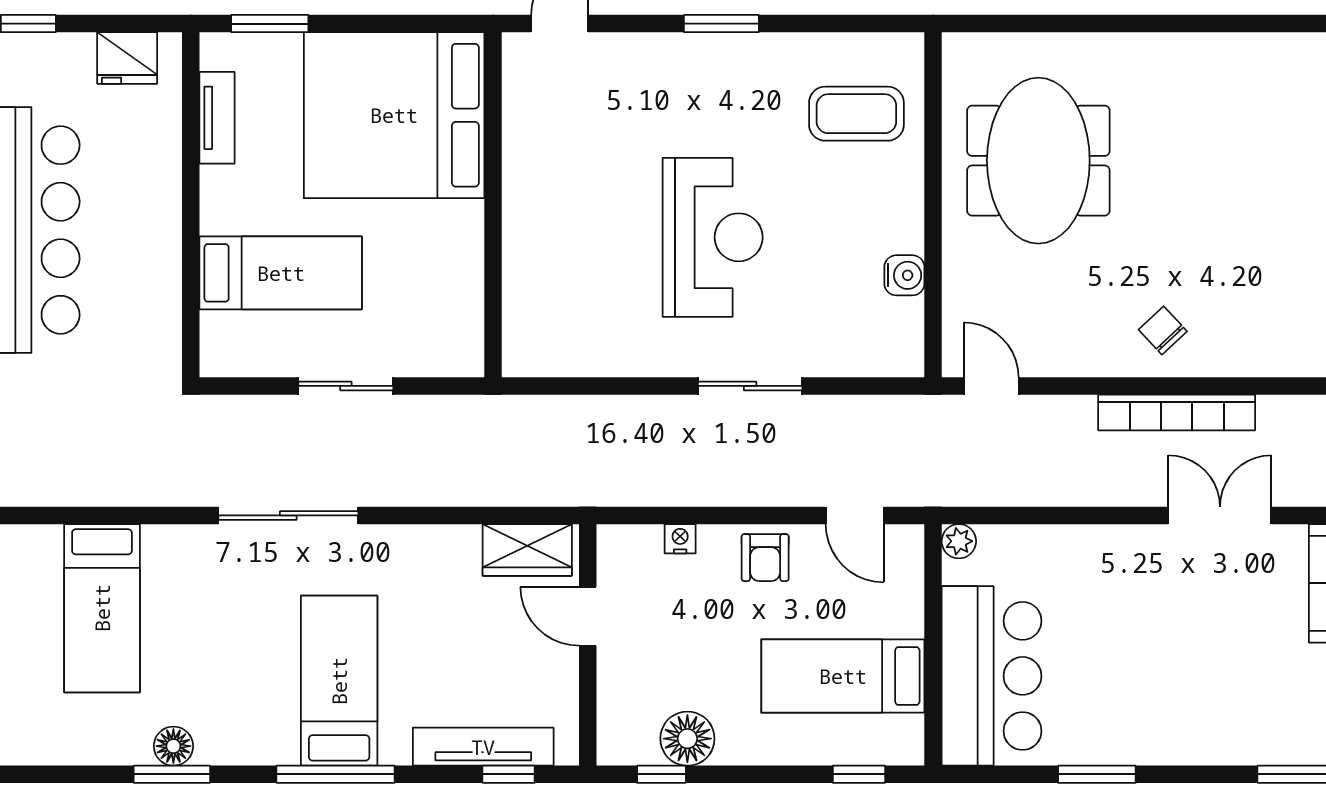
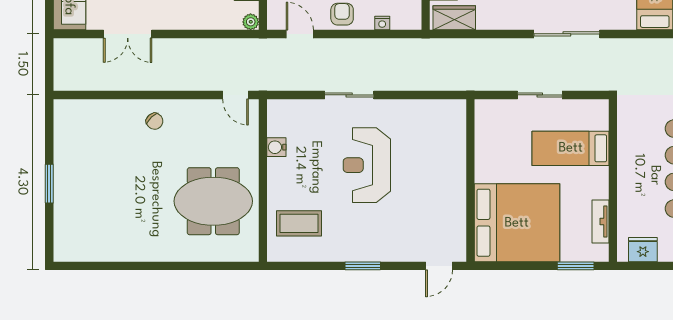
meeting table: (1038, 161) -> (213, 201), turned 90
bookcase: (1177, 412) -> (148, 83), removed

